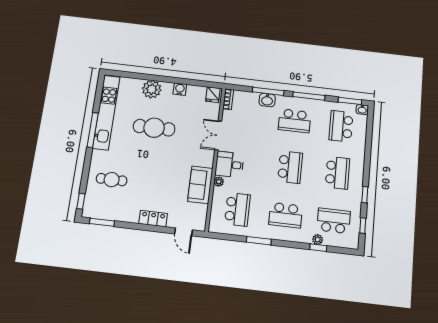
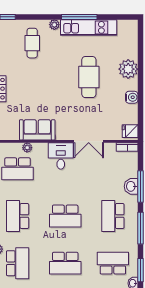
kitchen unit: (106, 112) -> (89, 27), width x0.73
double door: (218, 135) -> (89, 141), swing flipped
plant: (96, 155) -> (54, 25), added
plant: (219, 182) -> (27, 148), moved

